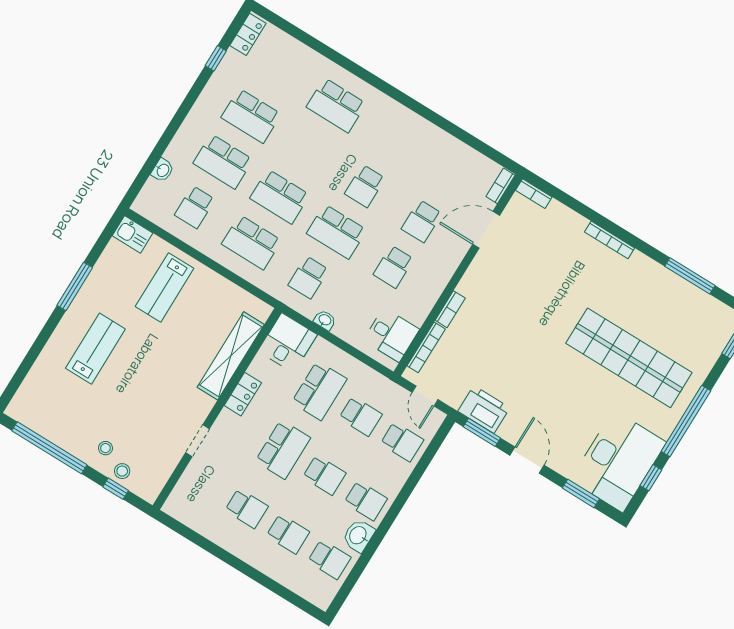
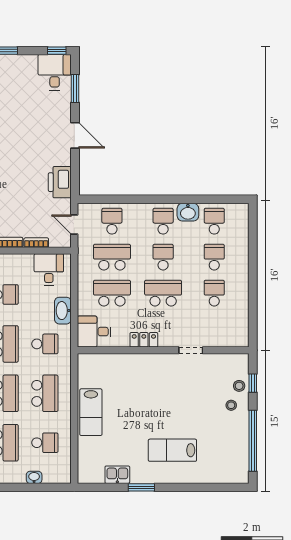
kitchen sink: (133, 234) -> (117, 475), moved, turned -90
window: (75, 286) -> (141, 487), width x0.69
lab bench: (165, 287) -> (91, 412), moved, turned 90
washbasin: (325, 320) -> (63, 311), width x1.91, depth x1.45
bookcase: (426, 347) -> (36, 243), width x0.64
shelving: (231, 356) -> (124, 362), removed
door: (425, 396) -> (74, 225), swing flipped
school desk: (361, 416) -> (112, 257), width x1.85
window: (482, 432) -> (75, 175), removed
door: (527, 460) -> (75, 135), swing flipped
desk: (618, 461) -> (55, 72), width x0.53, depth x0.77
window: (651, 478) -> (57, 51), moved

